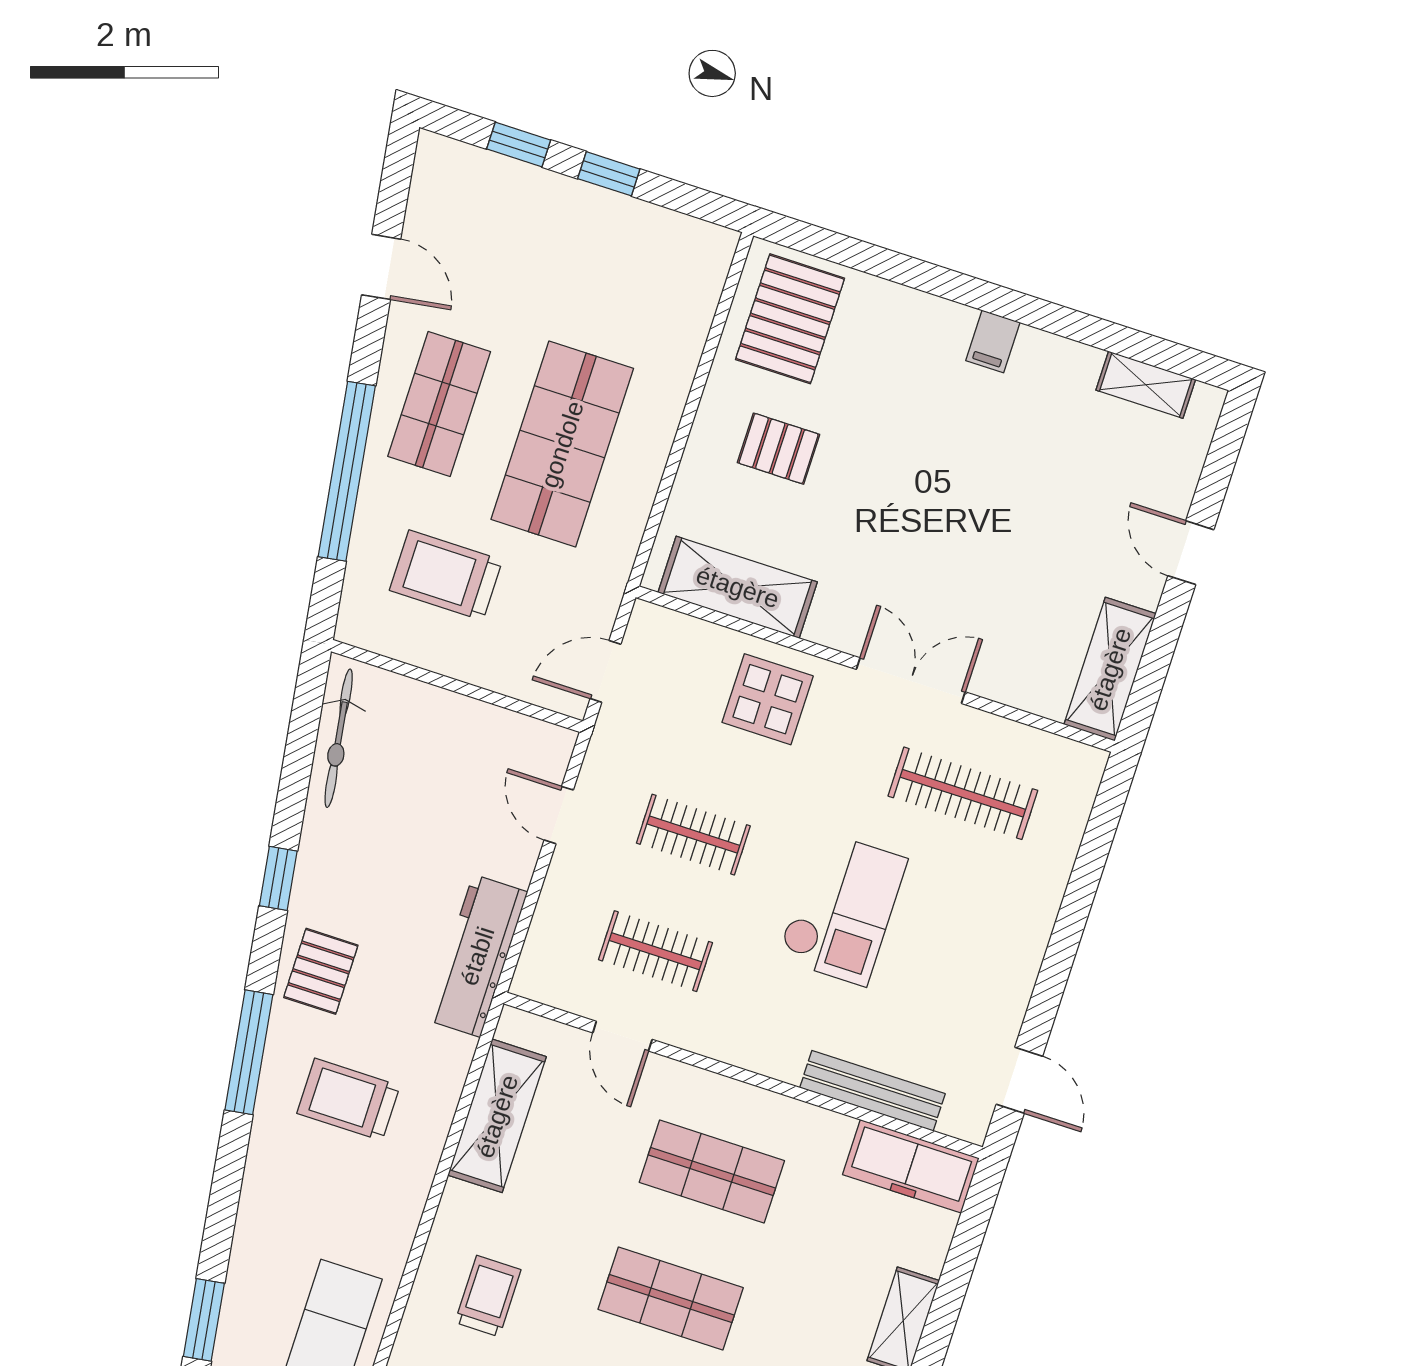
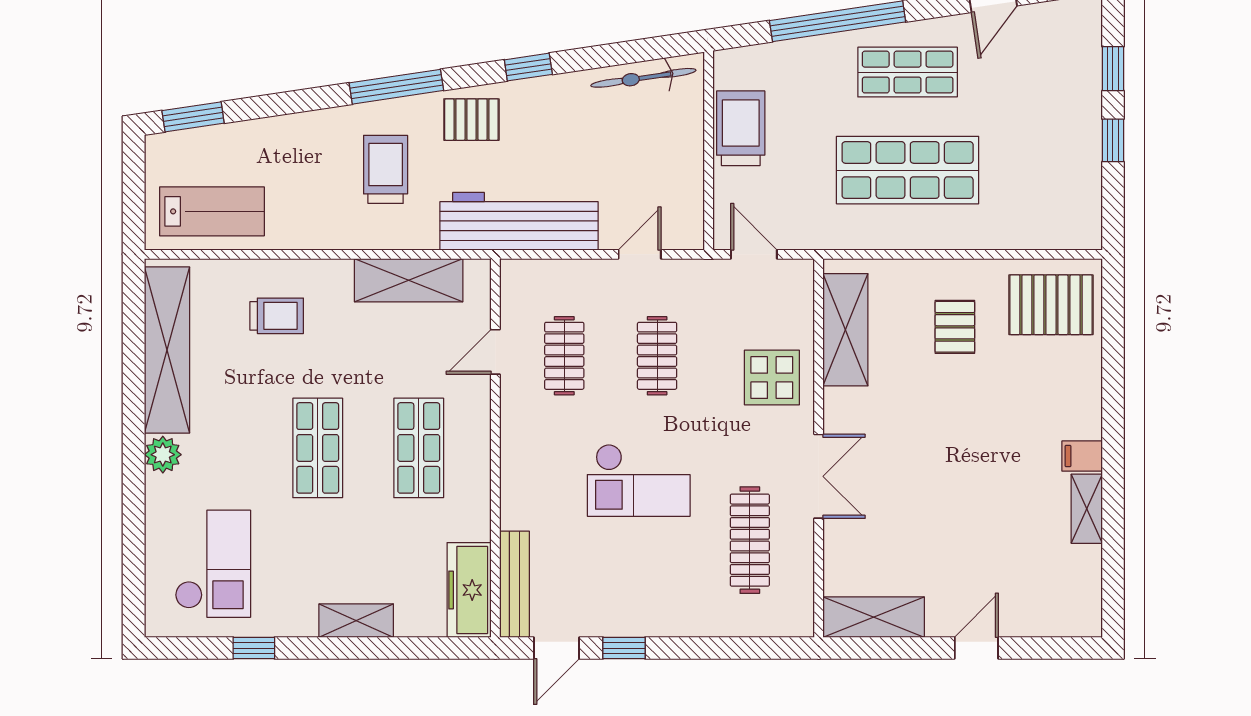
shelving: (1146, 385) -> (1087, 509), moved
trolley: (446, 575) -> (741, 128), moved
workbench: (477, 956) -> (519, 221), width x1.36, depth x1.32
window: (1047, 995) -> (624, 648), added
bench: (872, 1091) -> (514, 584), moved

